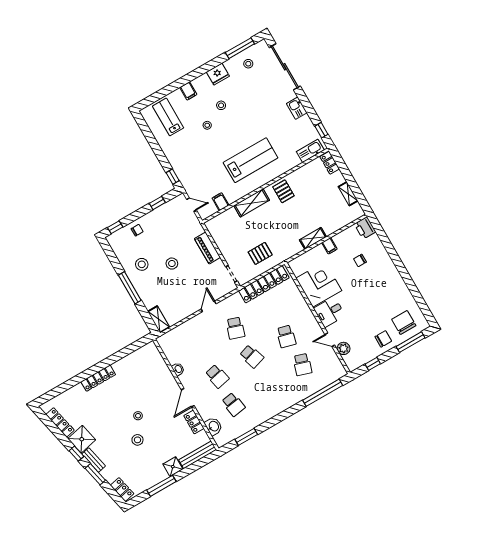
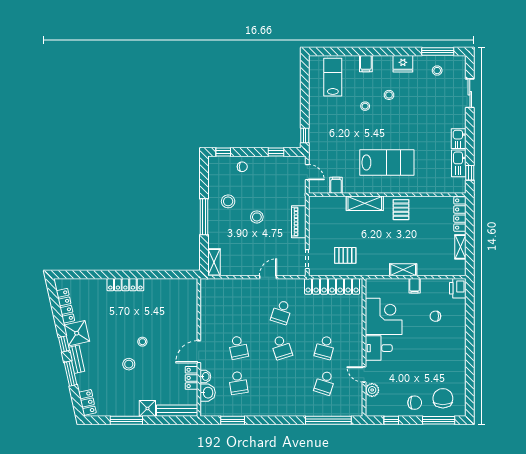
sliding door: (285, 67) -> (470, 93), width x0.54
kitchen sink: (310, 151) -> (459, 163), moved, turned -90
locker: (330, 163) -> (460, 214), width x1.53
washbasin: (178, 369) -> (205, 376), moved

